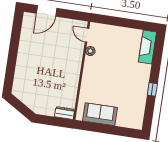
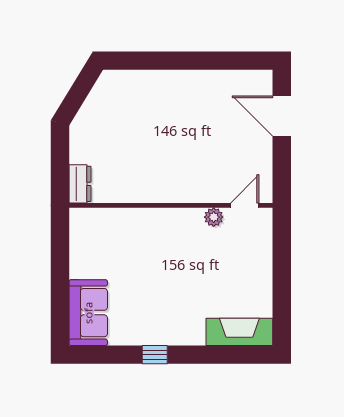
sofa: (100, 114) -> (88, 313), moved

